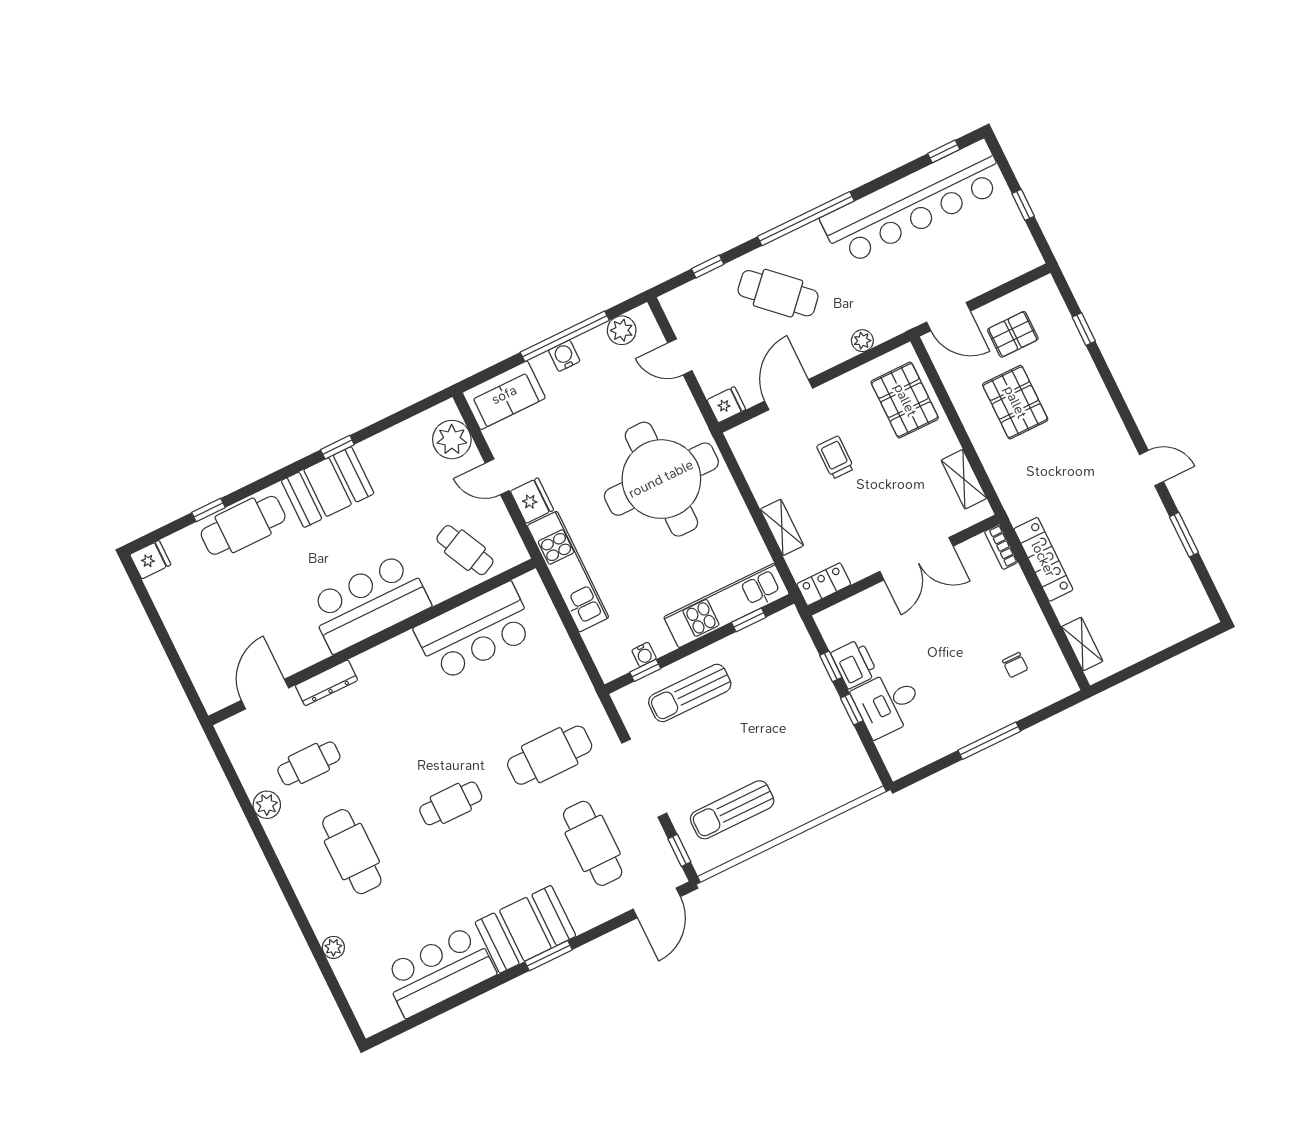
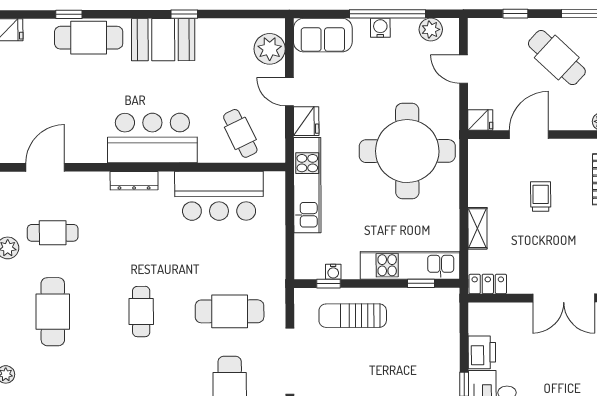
window: (831, 666) -> (464, 346), removed
dresser: (327, 683) -> (134, 181), moved
cafe table: (451, 803) -> (141, 312), turned 90

